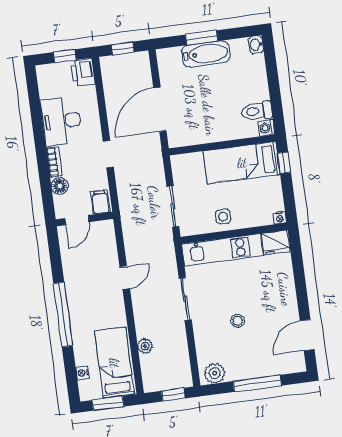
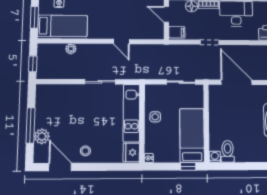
sliding door: (173, 206) -> (181, 82), moved
stool: (238, 321) -> (85, 151), moved
plant: (215, 373) -> (42, 136), moved

